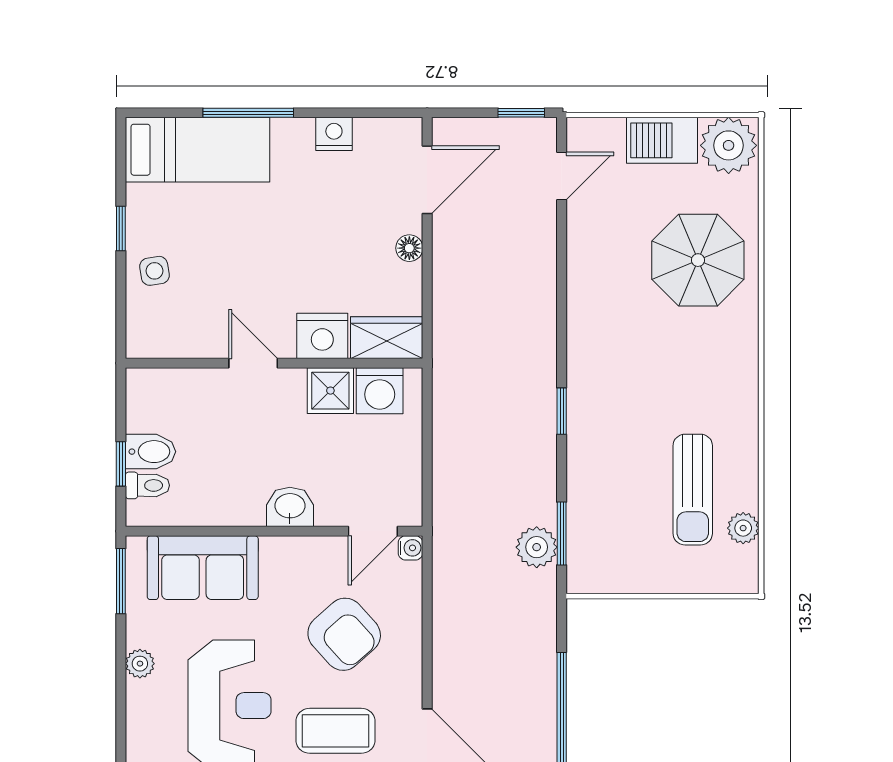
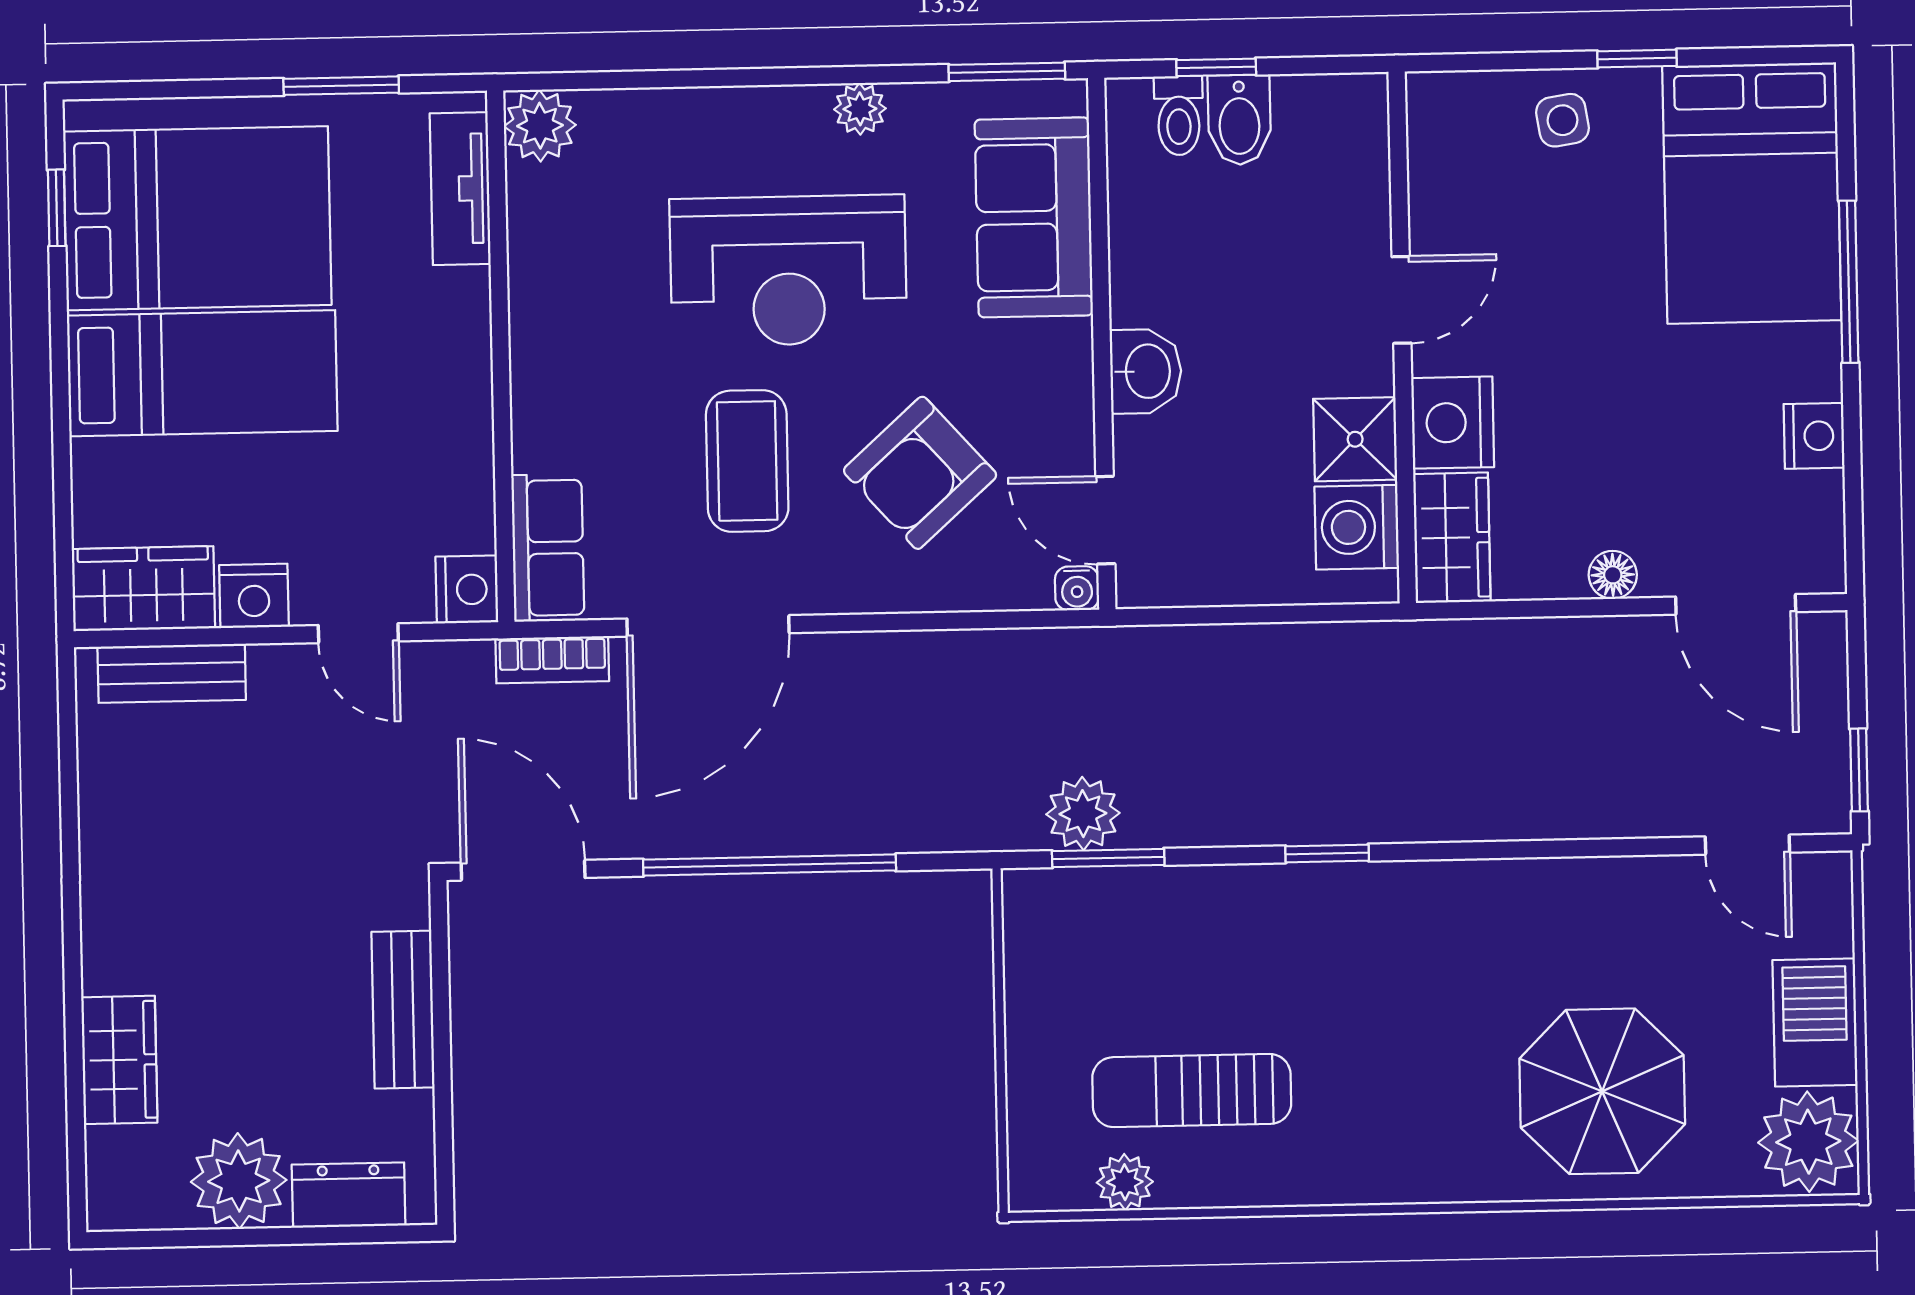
bed: (197, 150) -> (1752, 193), width x1.50

